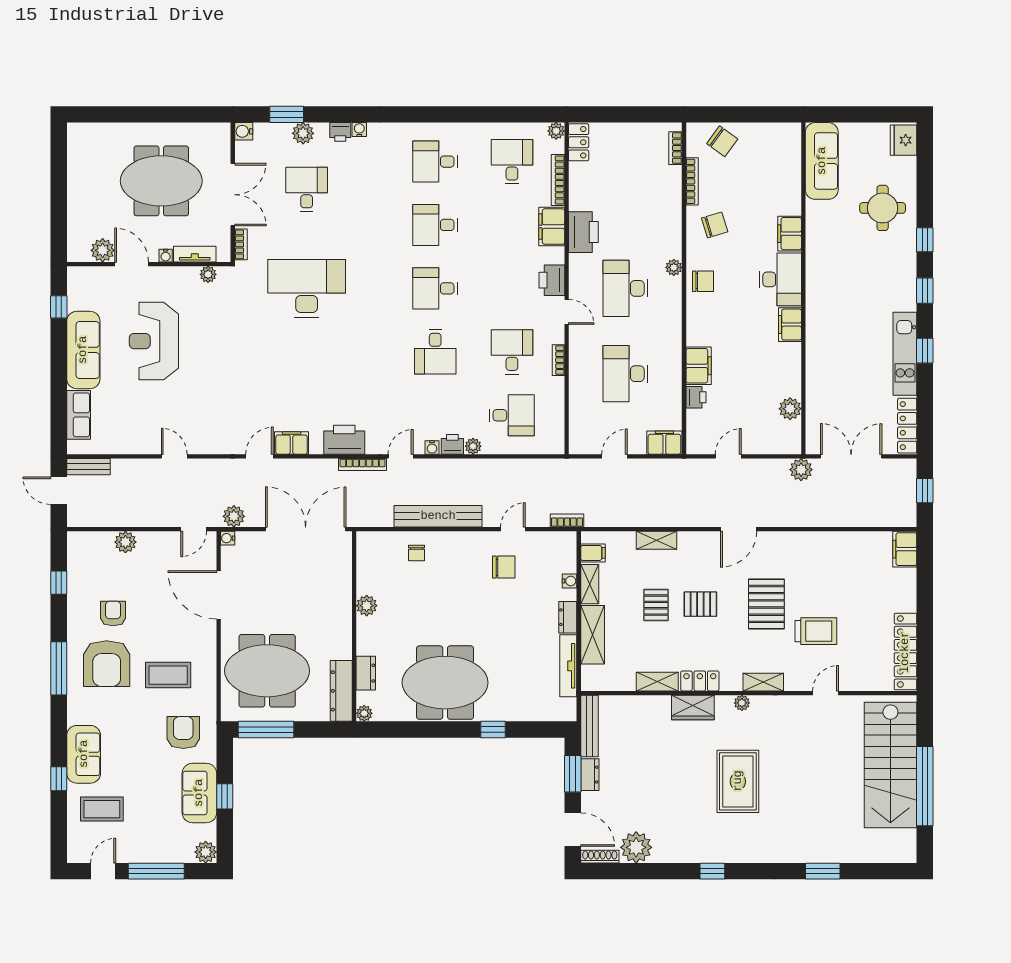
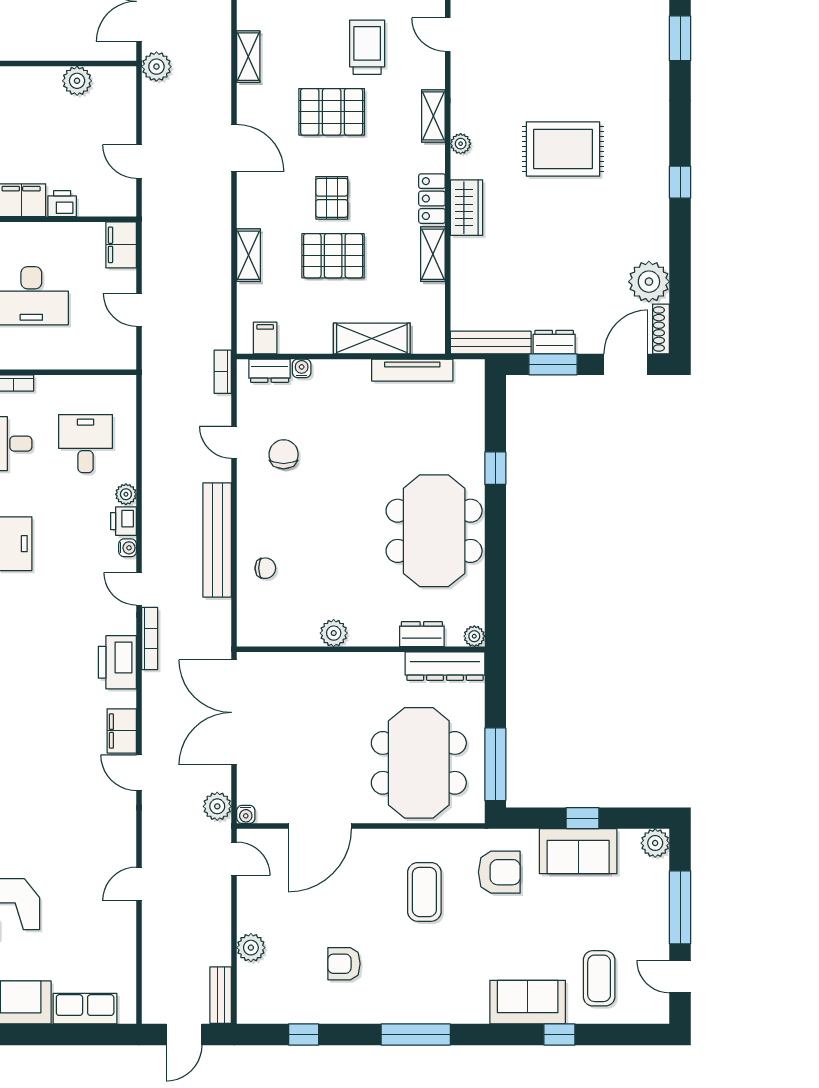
bench: (89, 467) -> (221, 995), moved
shelving: (590, 584) -> (248, 57), moved, turned 90
pallet: (656, 605) -> (333, 256), width x1.50, depth x1.42
dresser: (568, 617) -> (270, 371), moved
armchair: (107, 664) -> (409, 972), removed
armchair: (183, 733) -> (499, 872), turned 180

